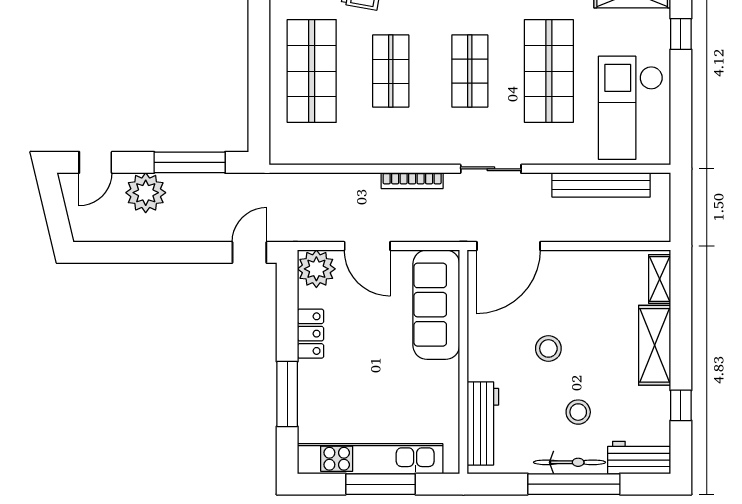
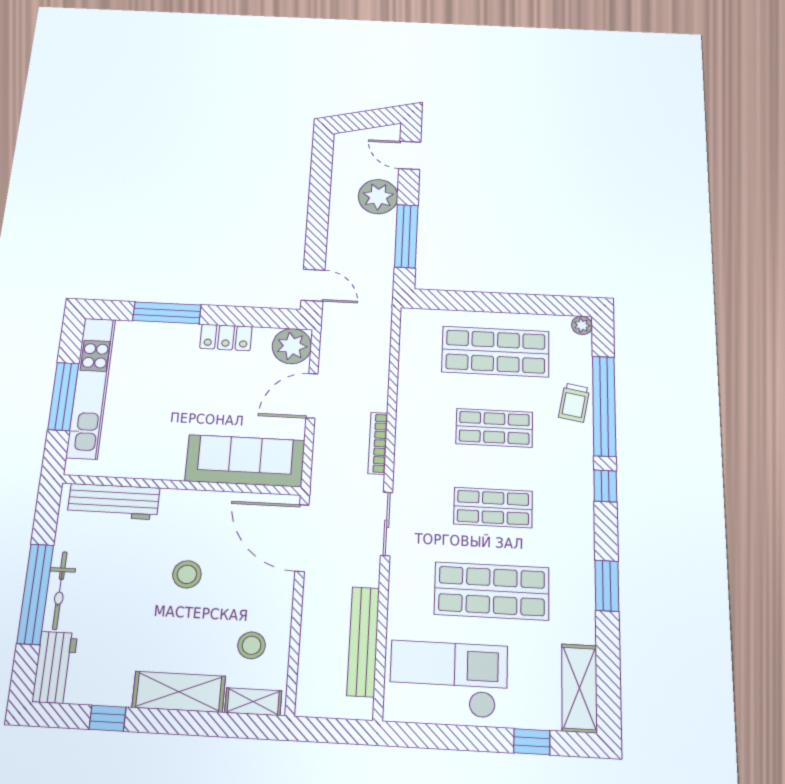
stool: (578, 412) -> (252, 645), moved

